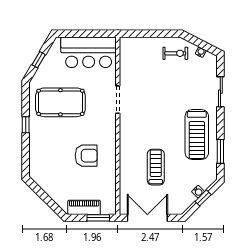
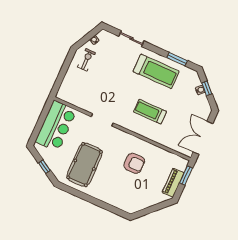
window: (26, 125) -> (90, 199), removed
armchair: (86, 156) -> (134, 163), turned 90
treadmill: (156, 167) -> (150, 112), moved

